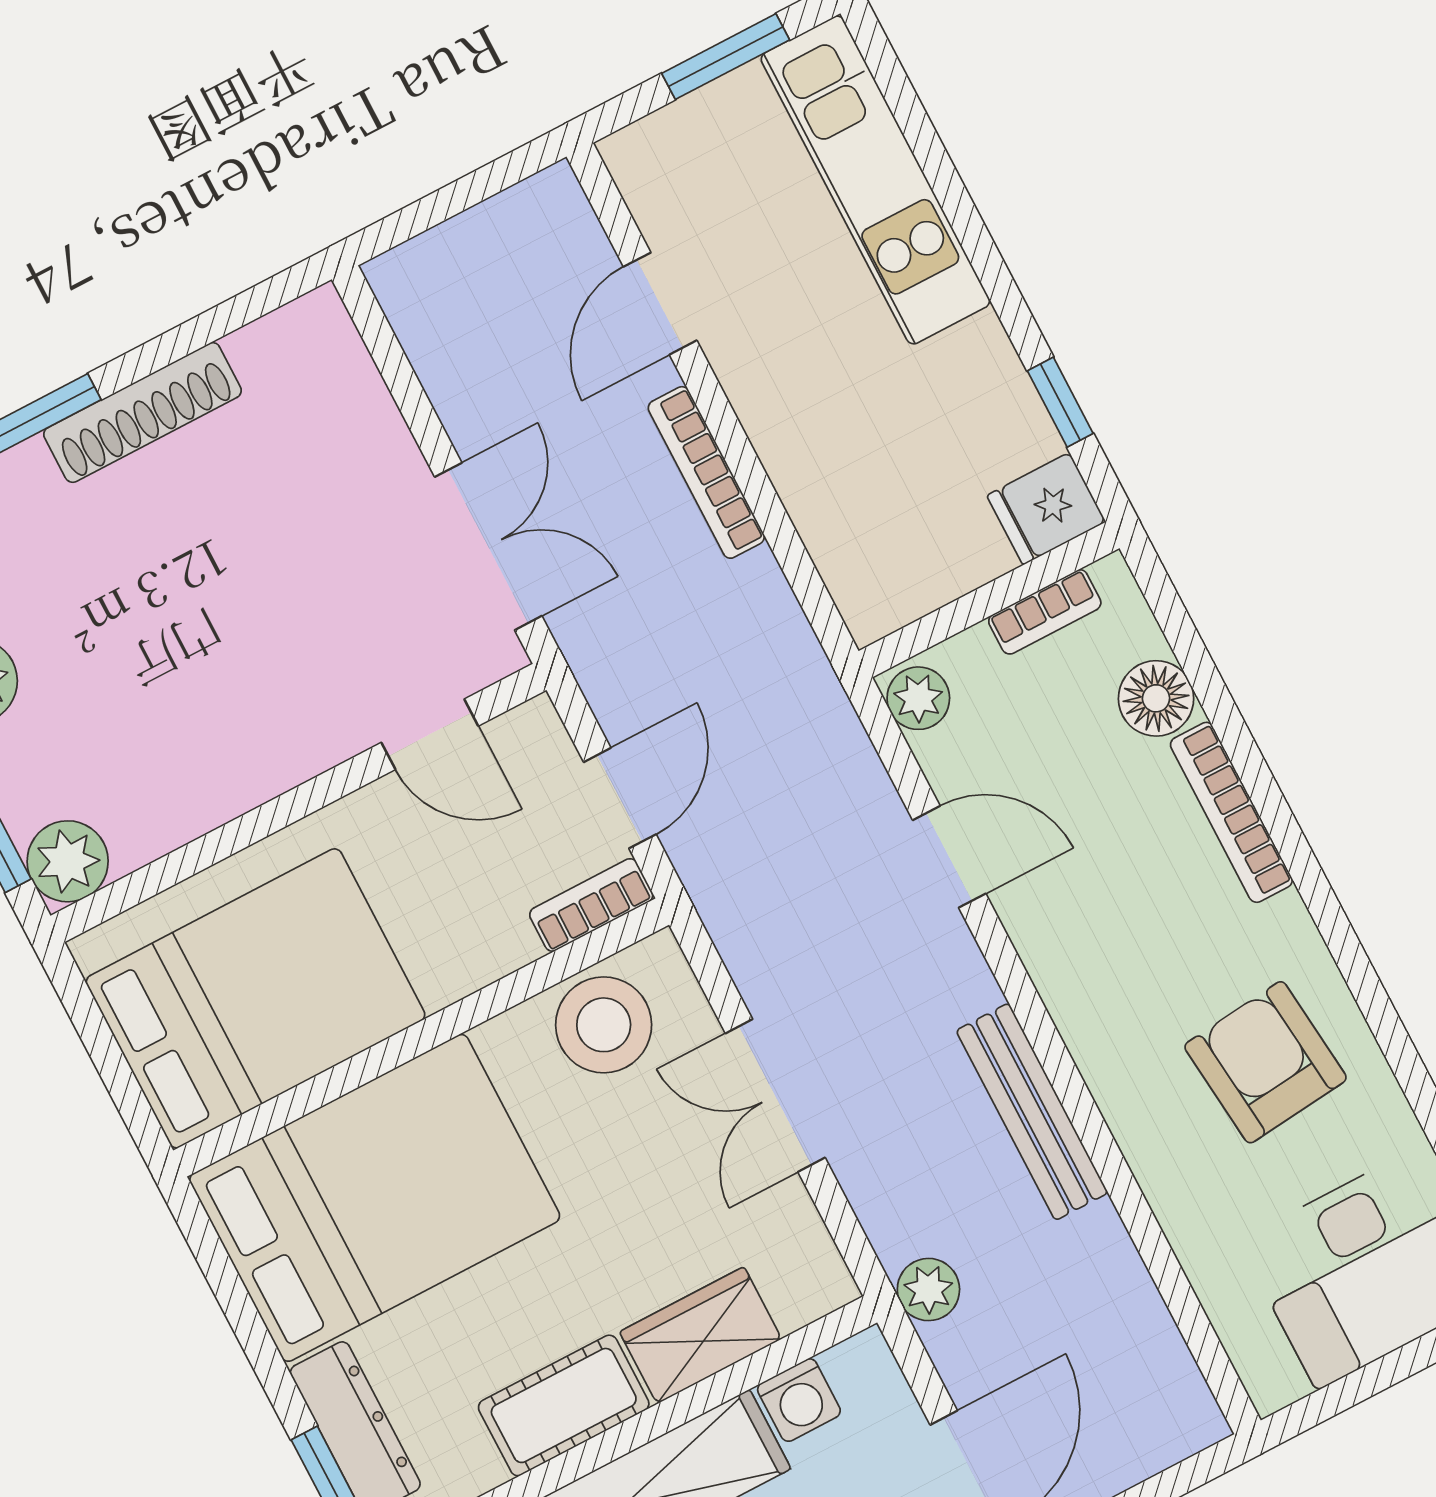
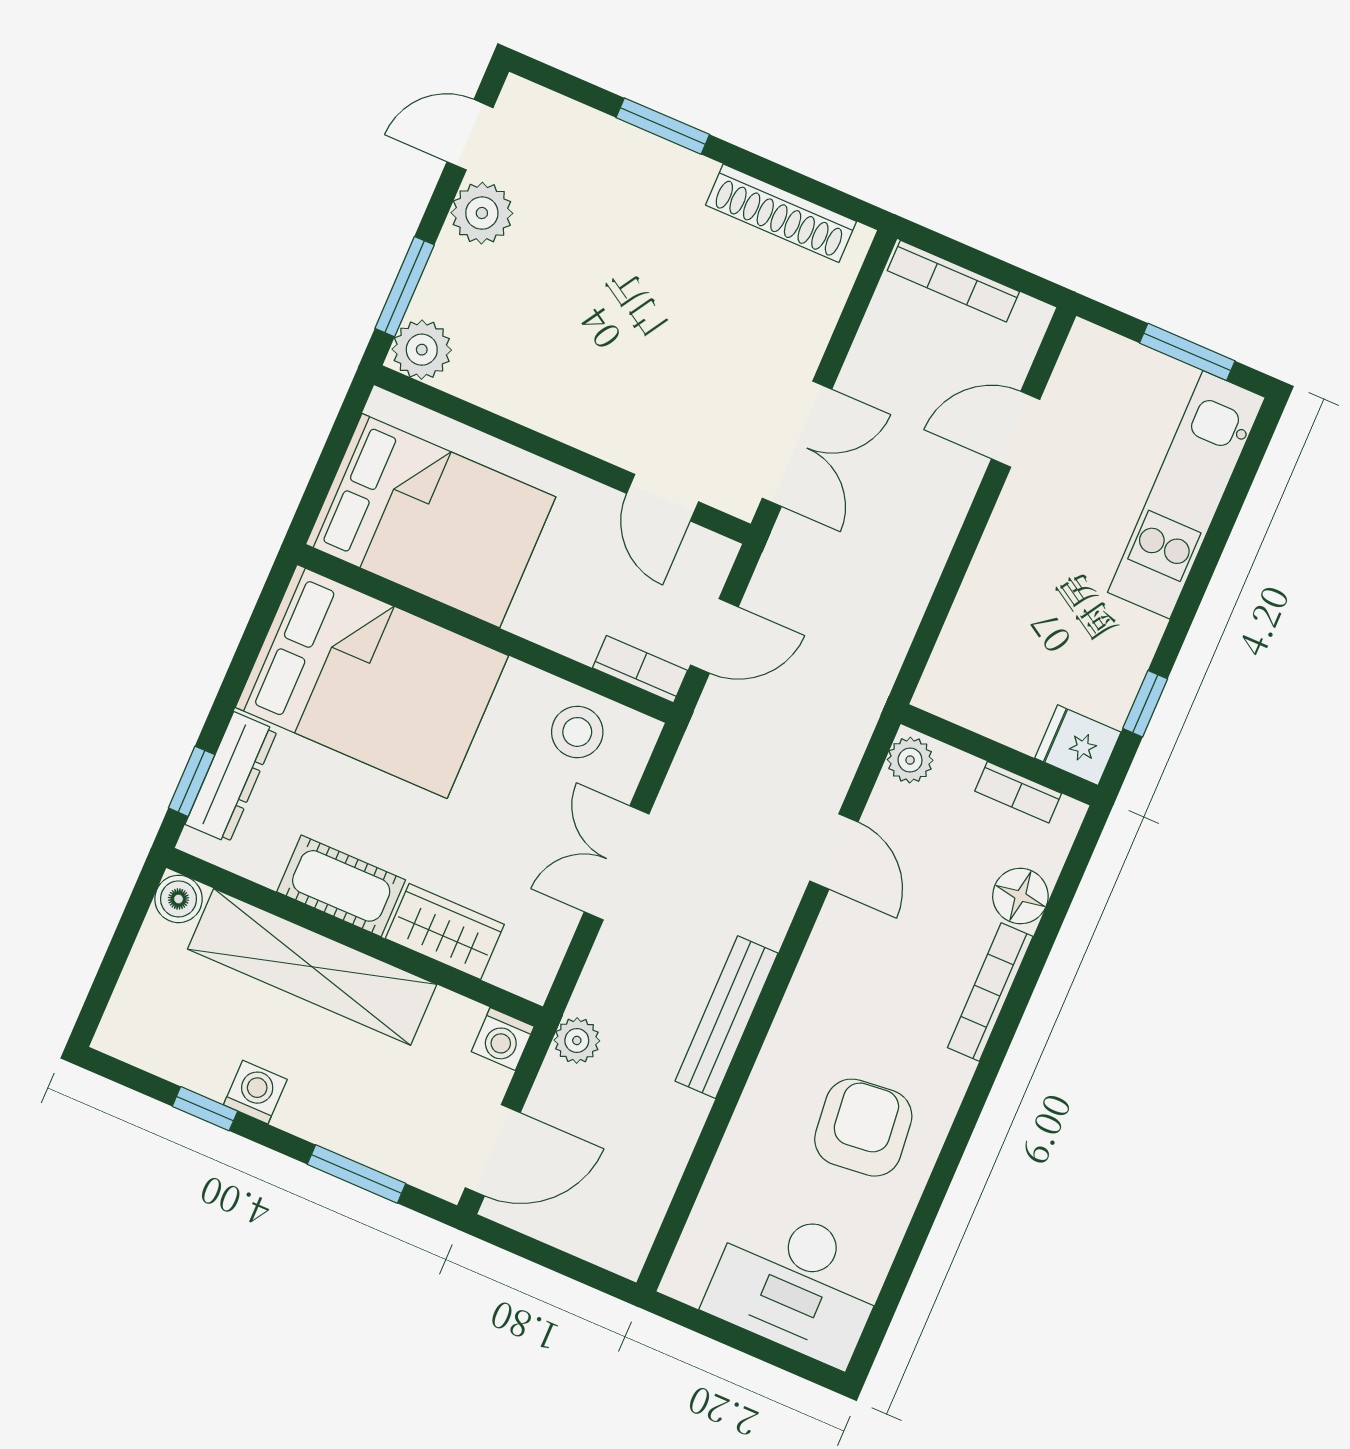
shoe rack: (143, 412) -> (781, 213), moved
bookcase: (706, 472) -> (953, 281), moved, turned -90
stool: (604, 1025) -> (577, 732), width x0.73, depth x0.73
washing machine: (799, 1400) -> (503, 1039), moved

